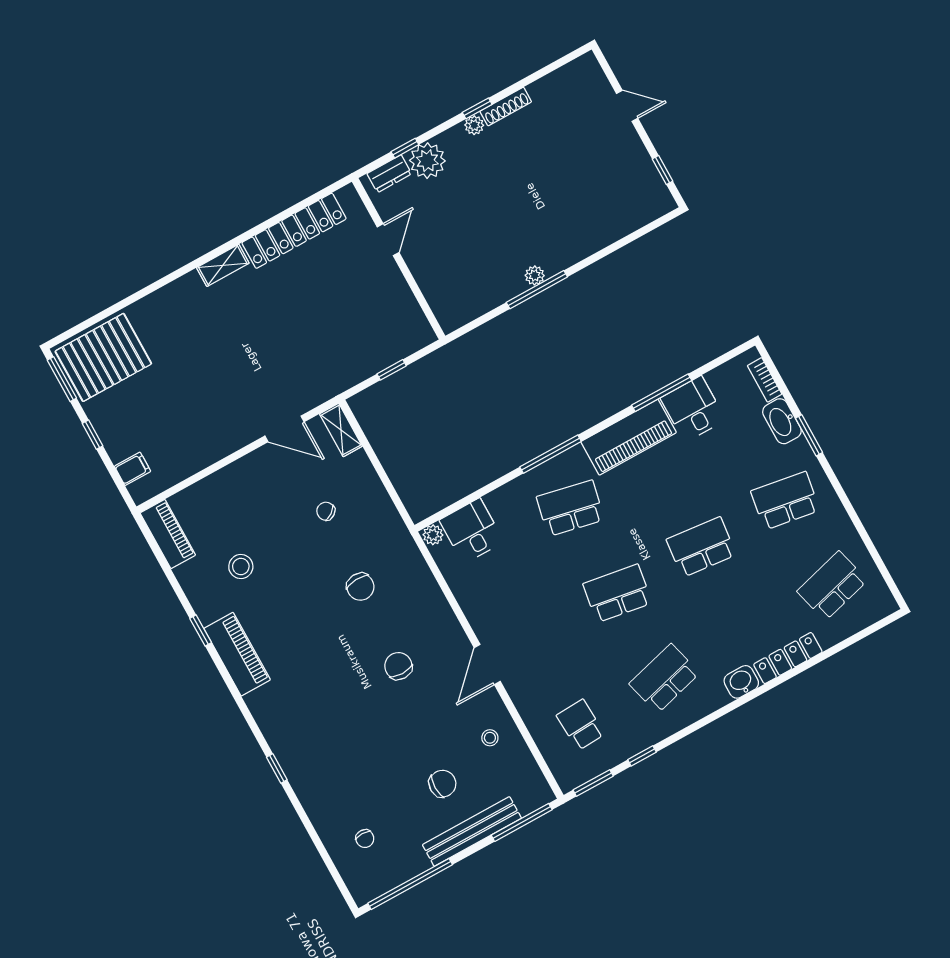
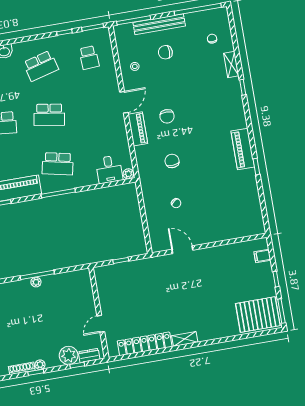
shelving: (341, 430) -> (231, 64), moved
piano: (168, 534) -> (138, 129), moved, turned 180
stool: (241, 567) -> (226, 191), removed

